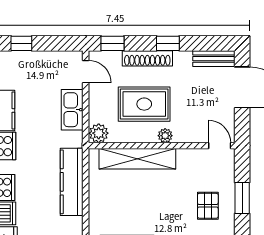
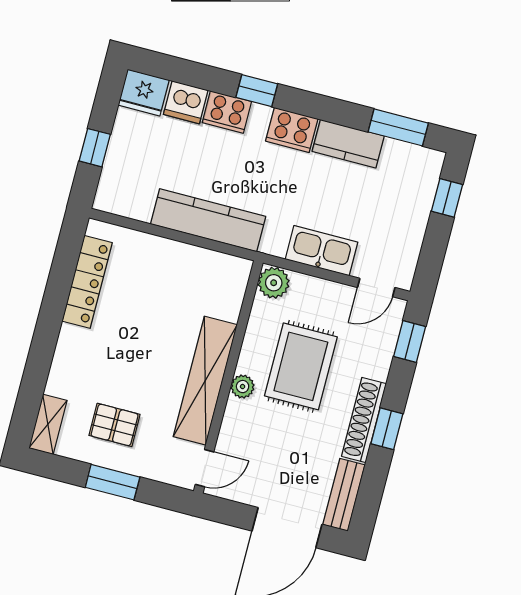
shoe rack: (147, 58) -> (364, 420), moved
shelving: (137, 159) -> (205, 381), moved

